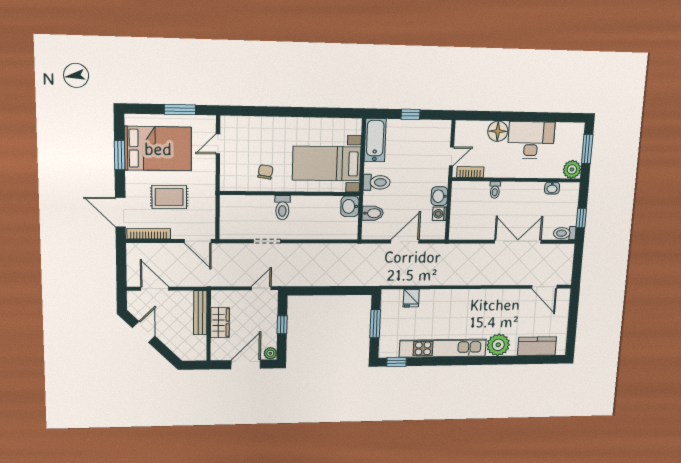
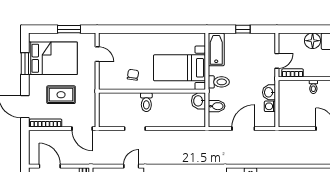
door: (218, 144) -> (97, 54), swing flipped

